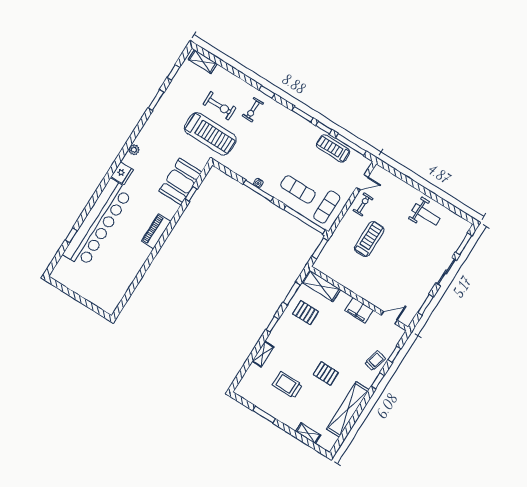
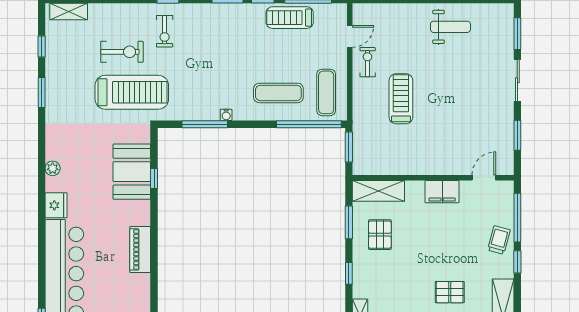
window: (258, 191) -> (205, 124), moved
pallet: (305, 313) -> (380, 235), turned 90
window: (394, 354) -> (517, 218), width x2.17

